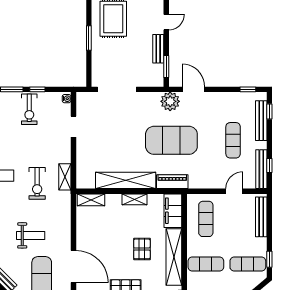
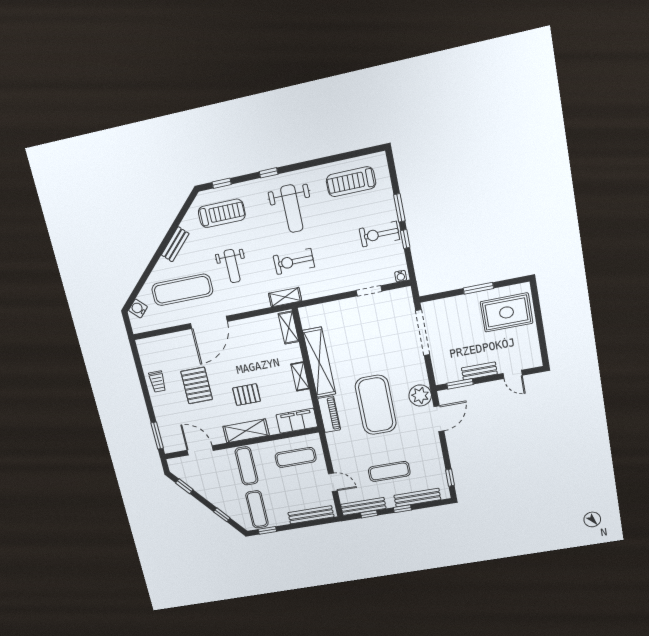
window: (269, 111) -> (402, 509), moved
shelving: (65, 177) -> (285, 297), moved
shelving: (174, 257) -> (246, 431), width x0.68

